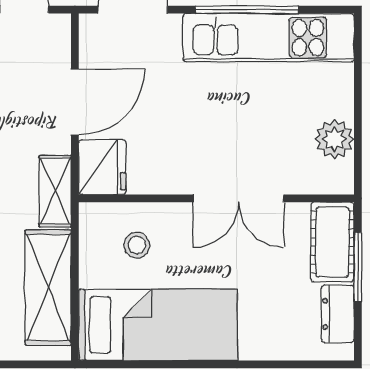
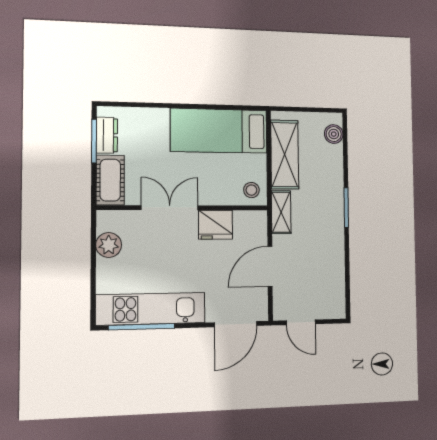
window: (247, 10) -> (142, 327), moved
fridge: (102, 167) -> (215, 225), moved, turned -90
stool: (137, 245) -> (251, 190), moved
window: (358, 267) -> (94, 141), moved

